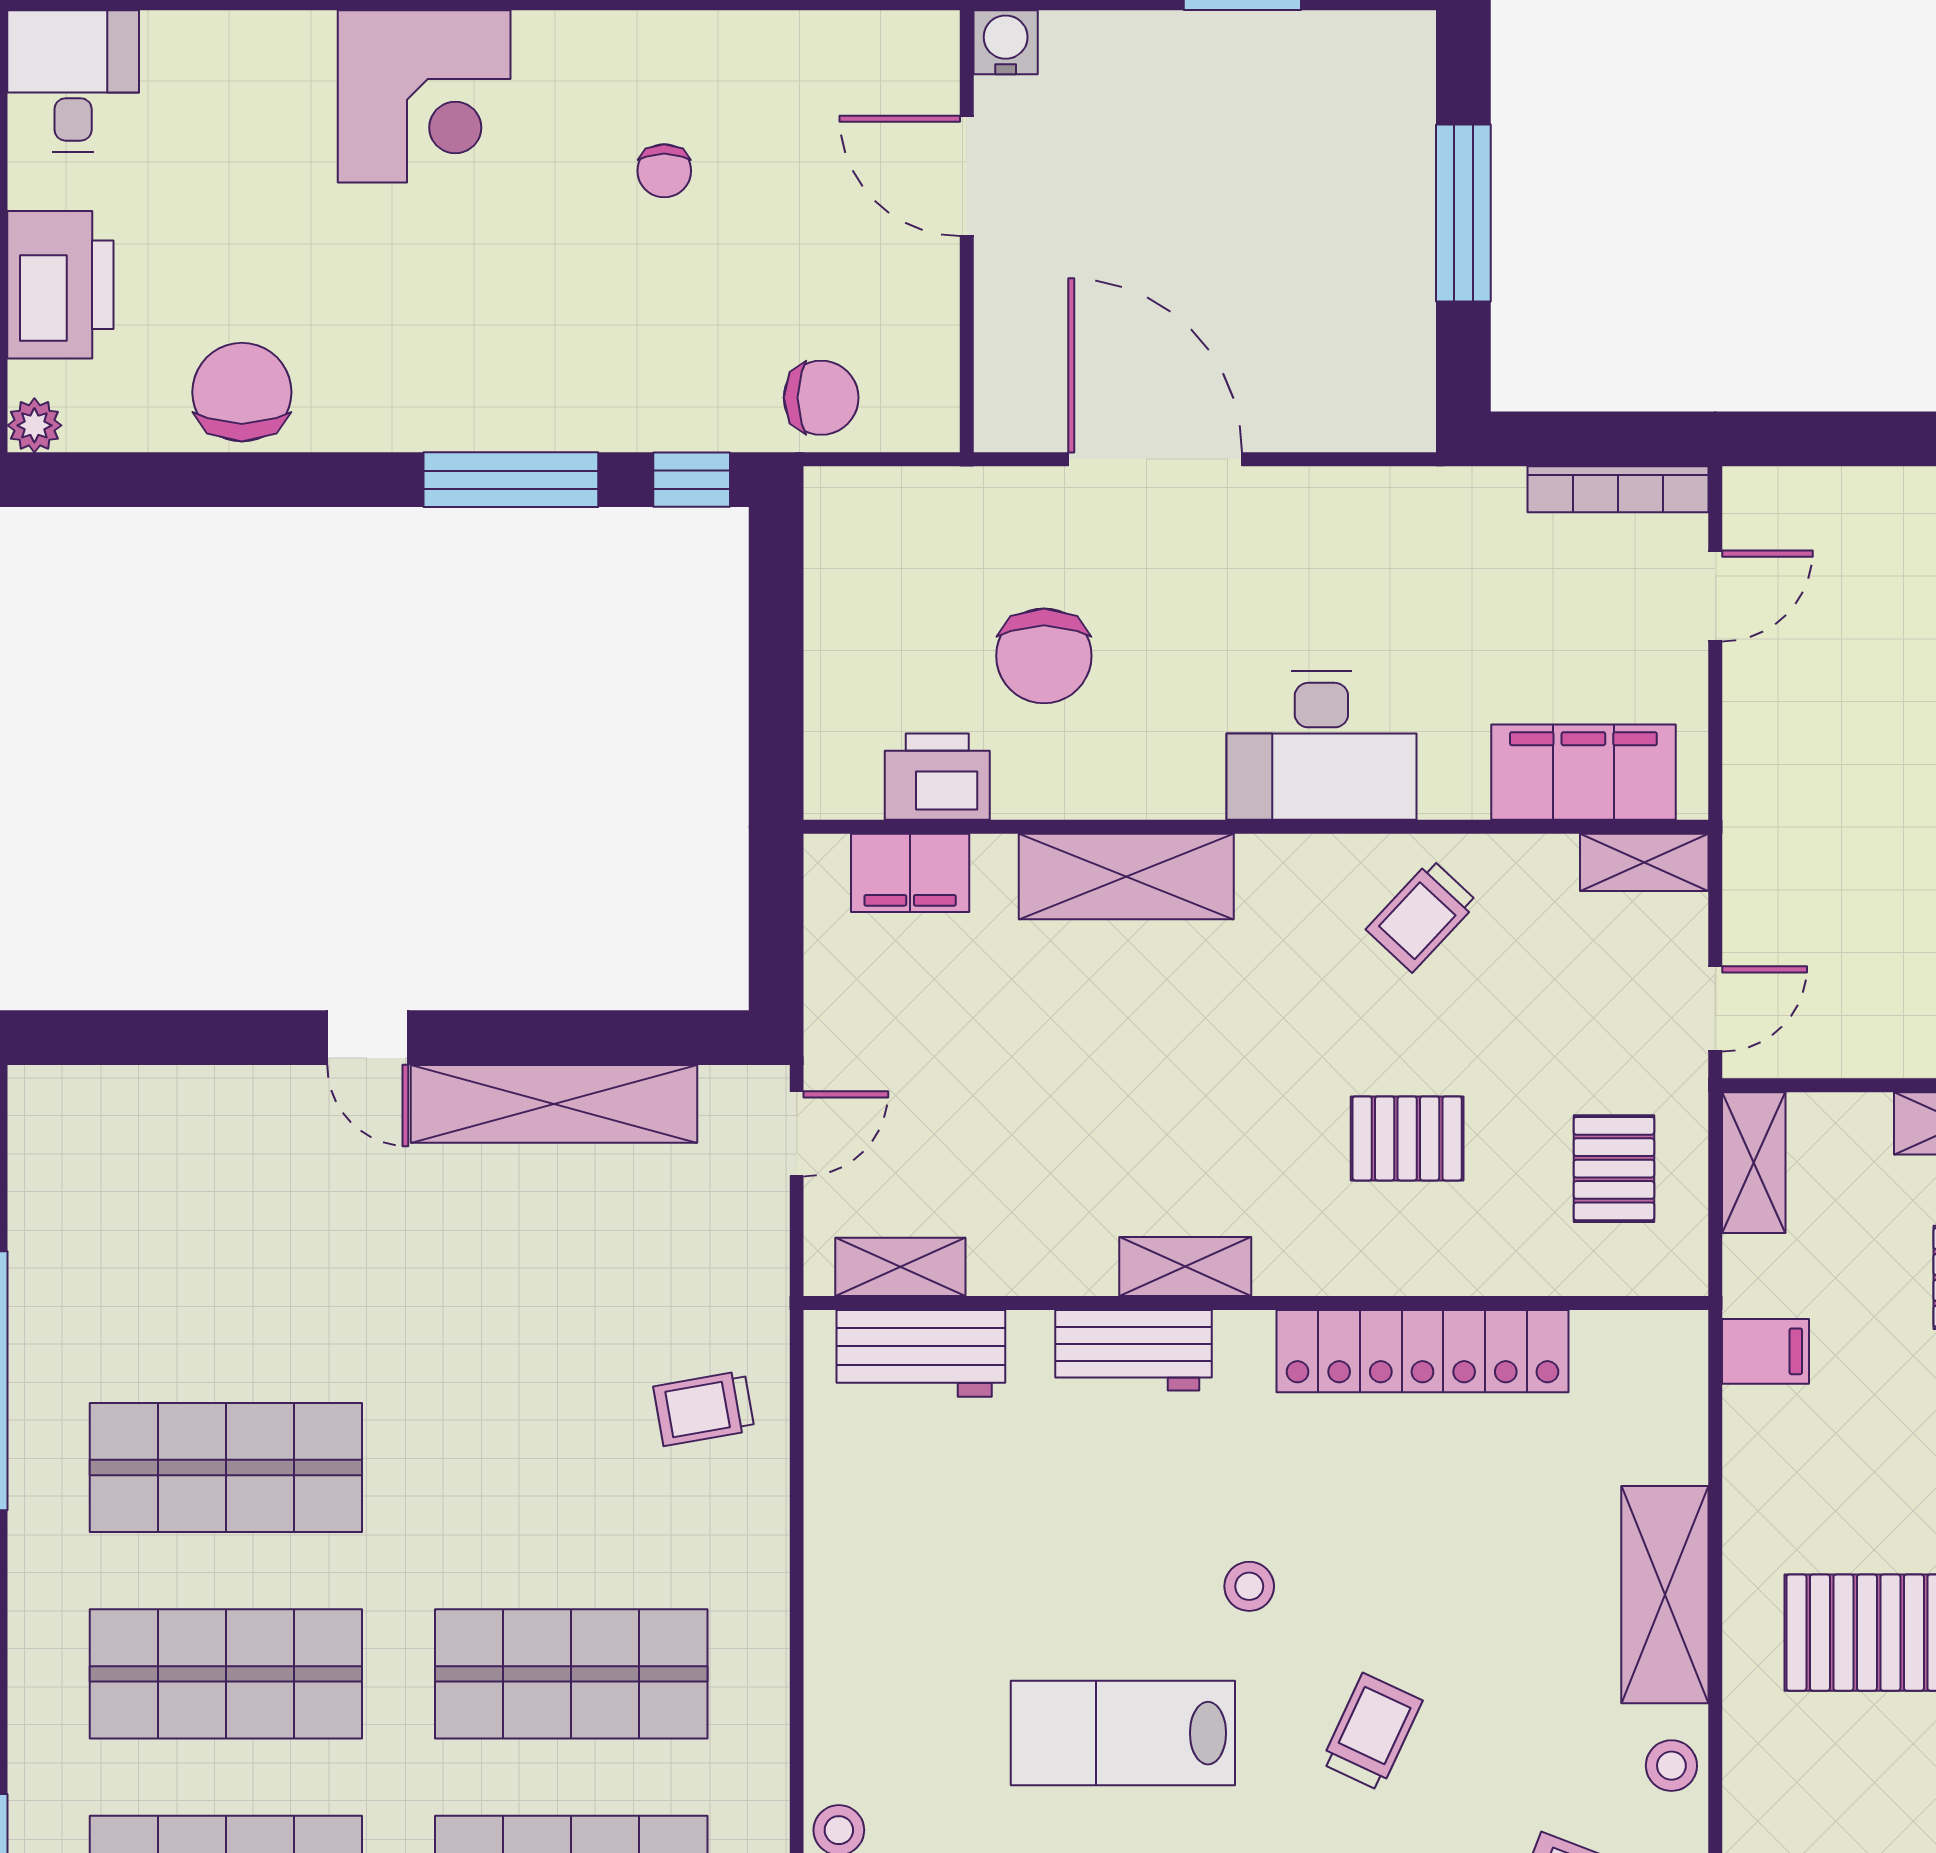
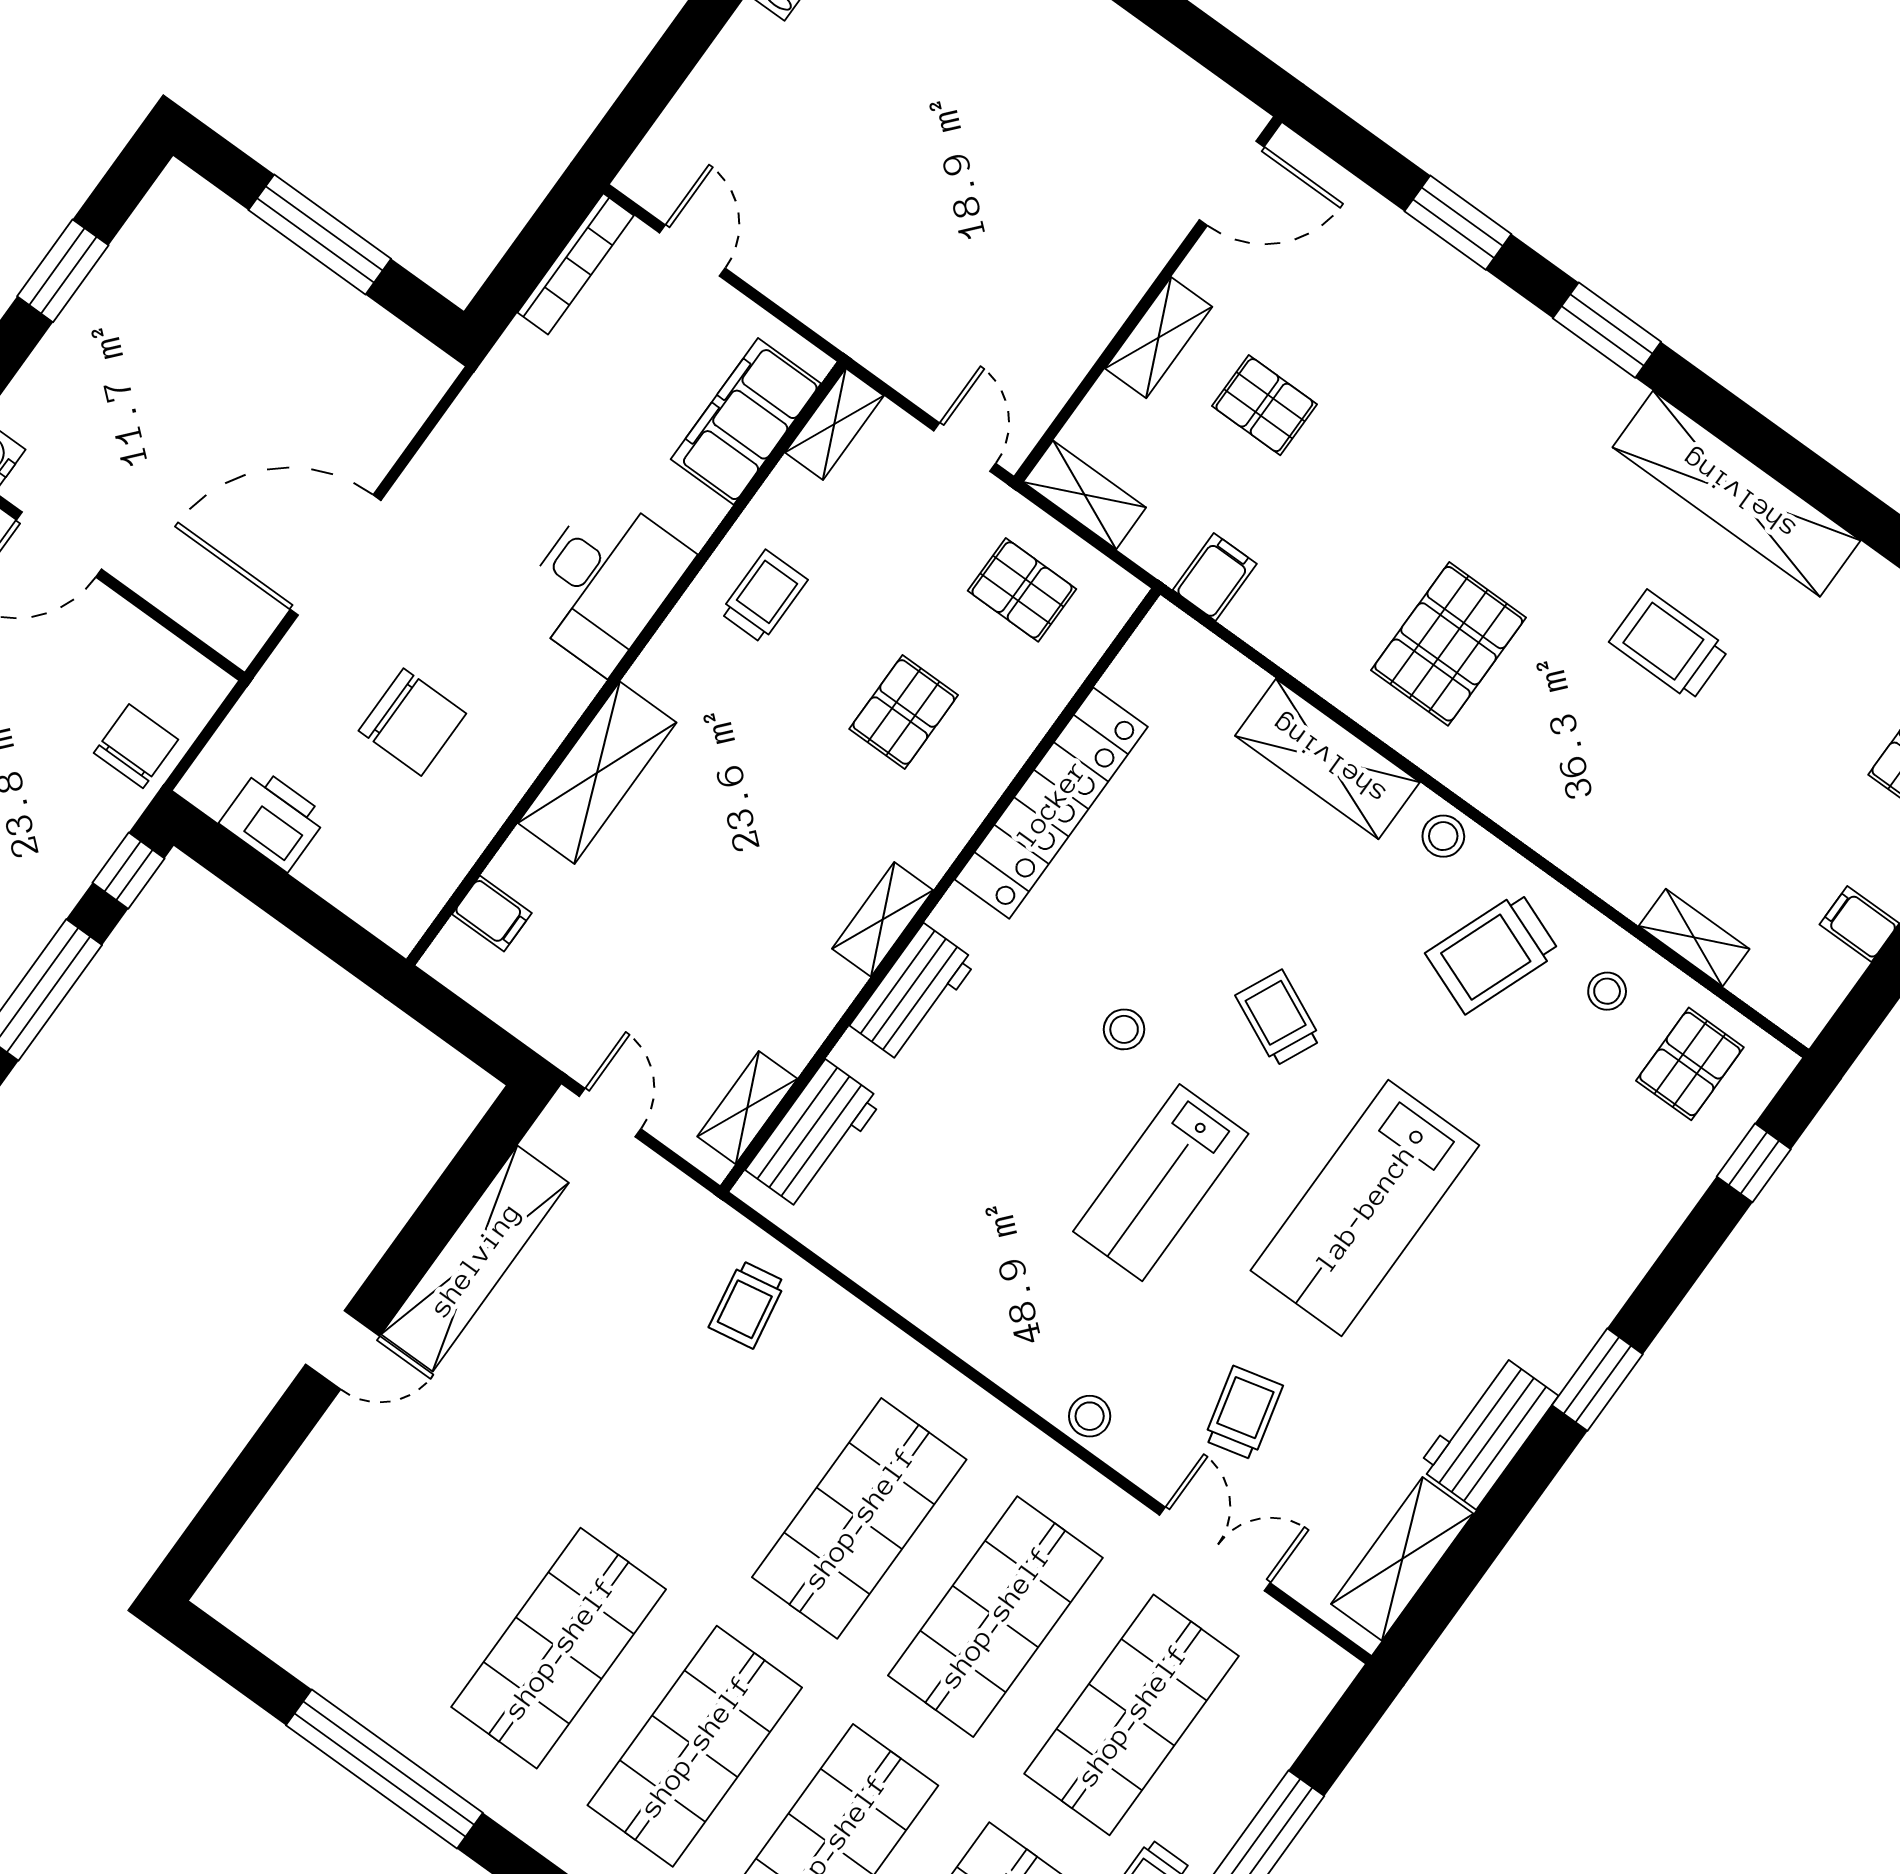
printer: (937, 777) -> (274, 820), moved, turned 90
filing cabinet: (910, 873) -> (492, 914), width x0.50
trolley: (1422, 916) -> (764, 596), turned -133

